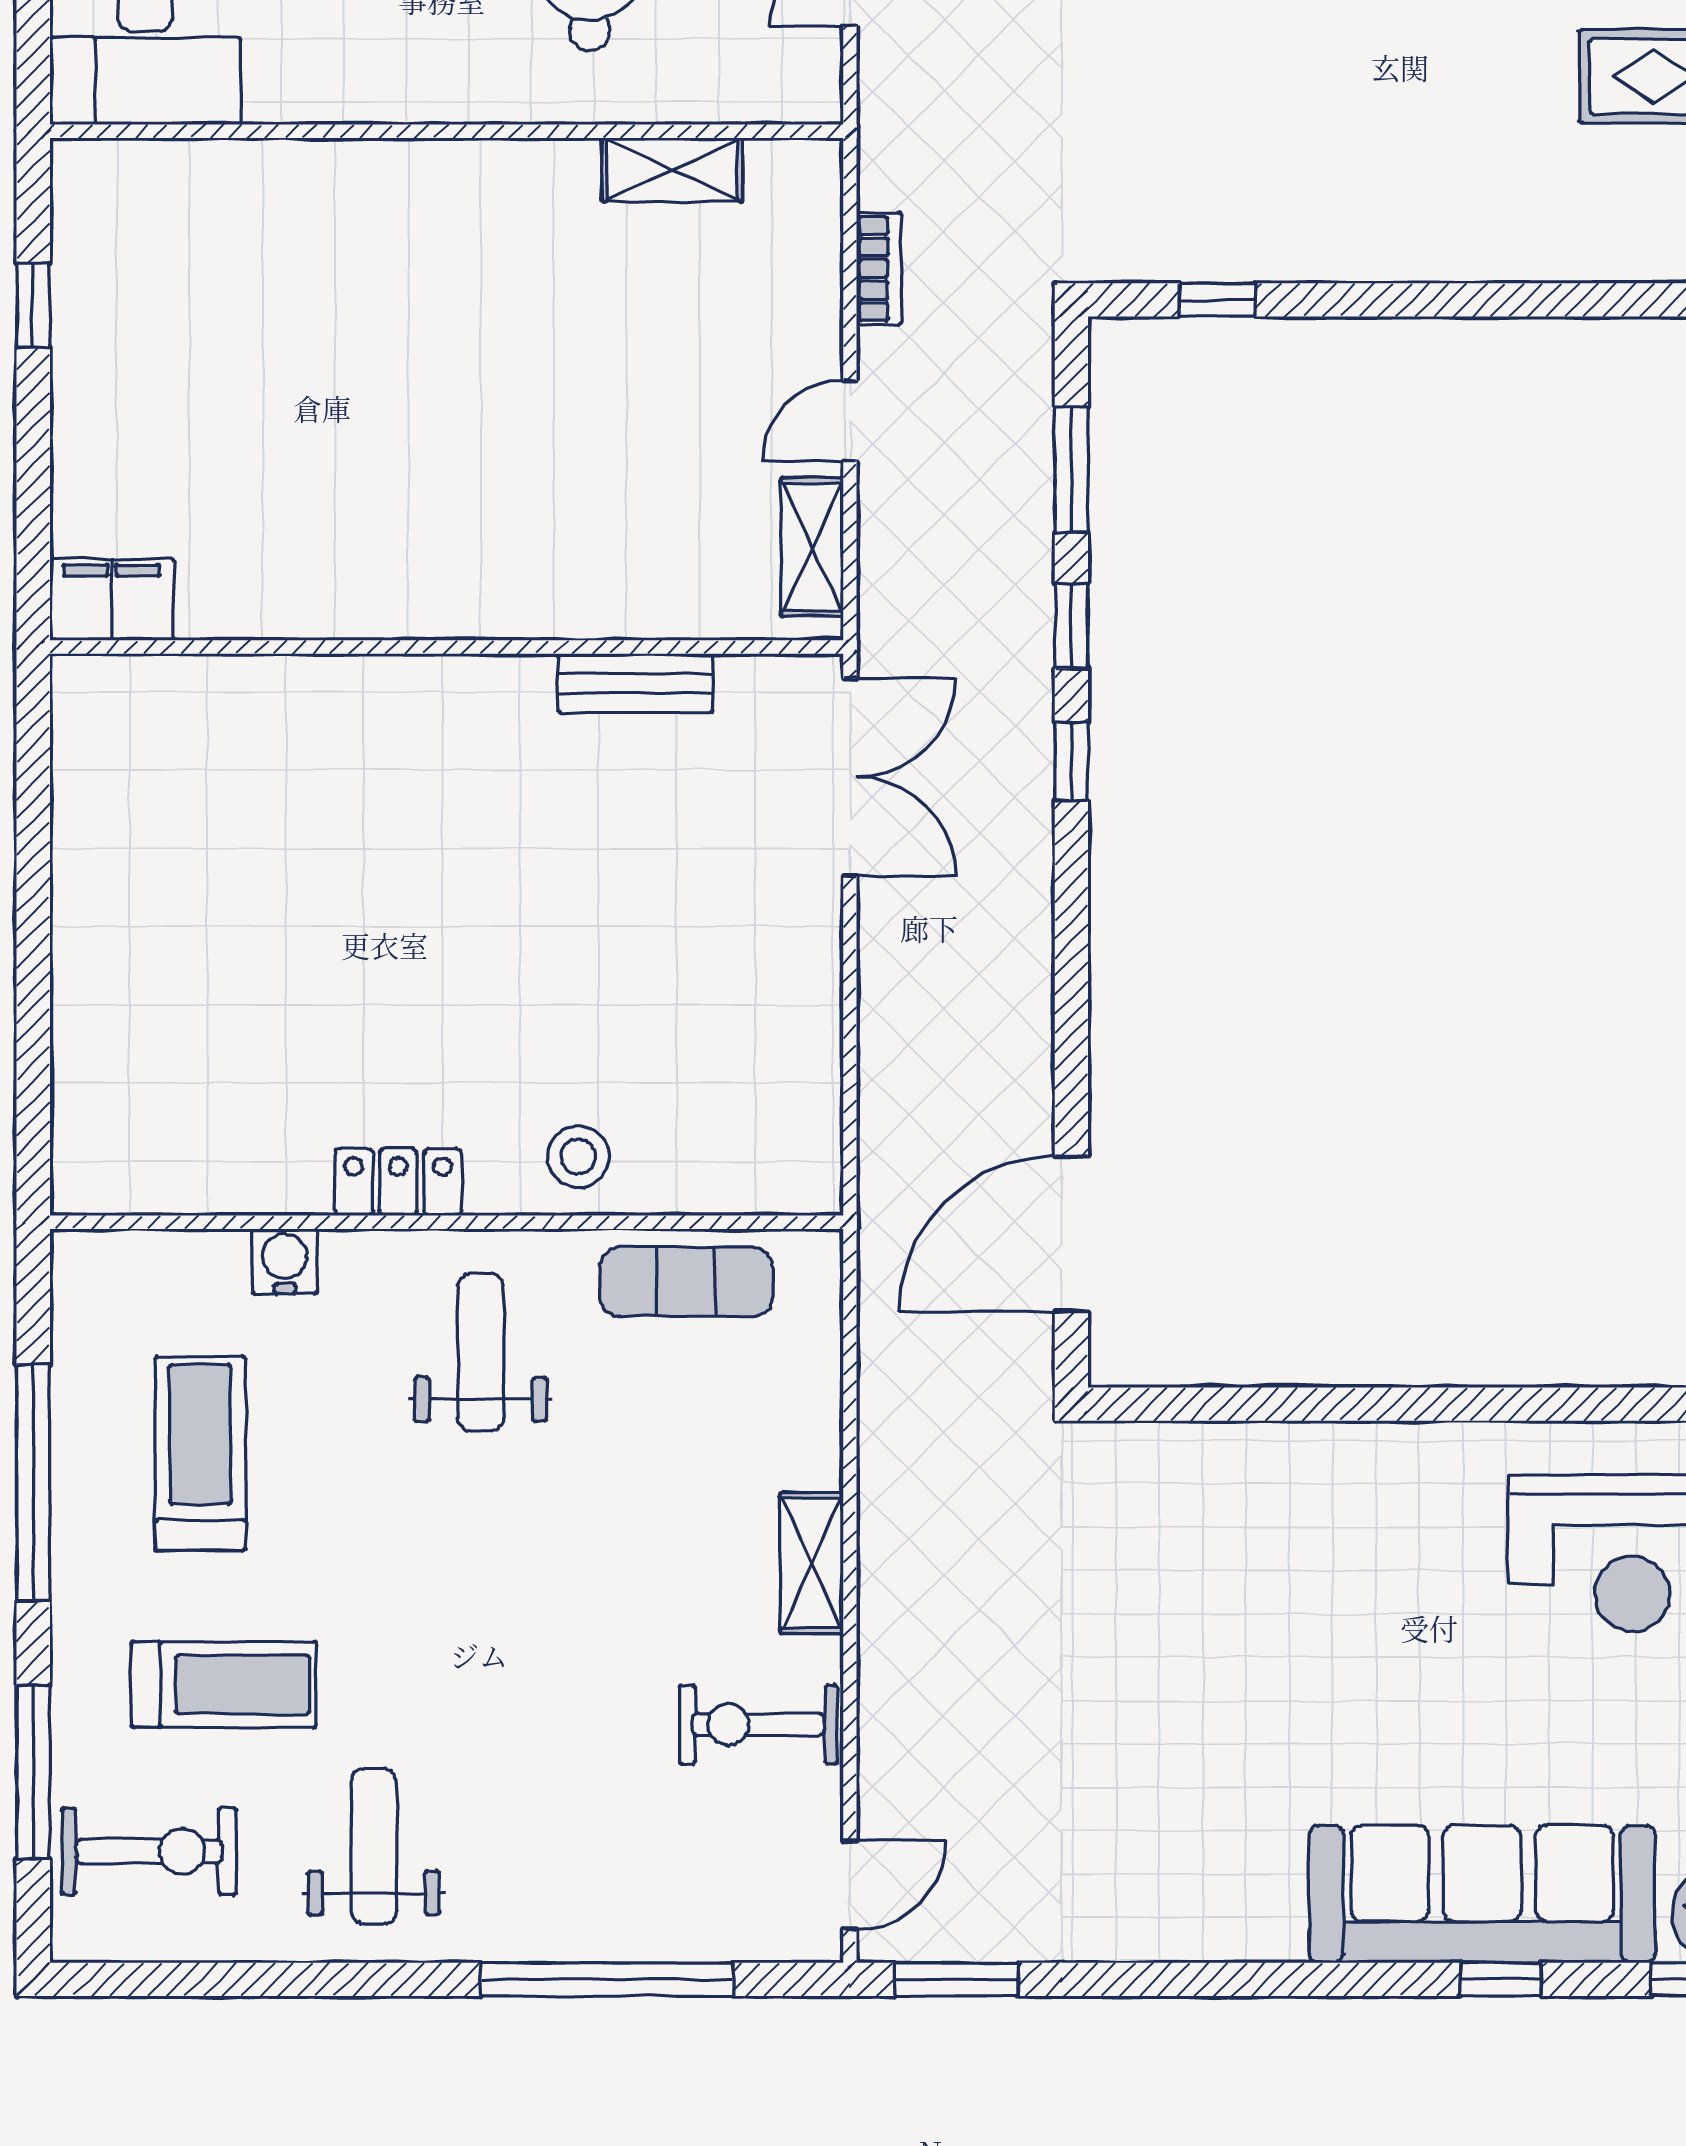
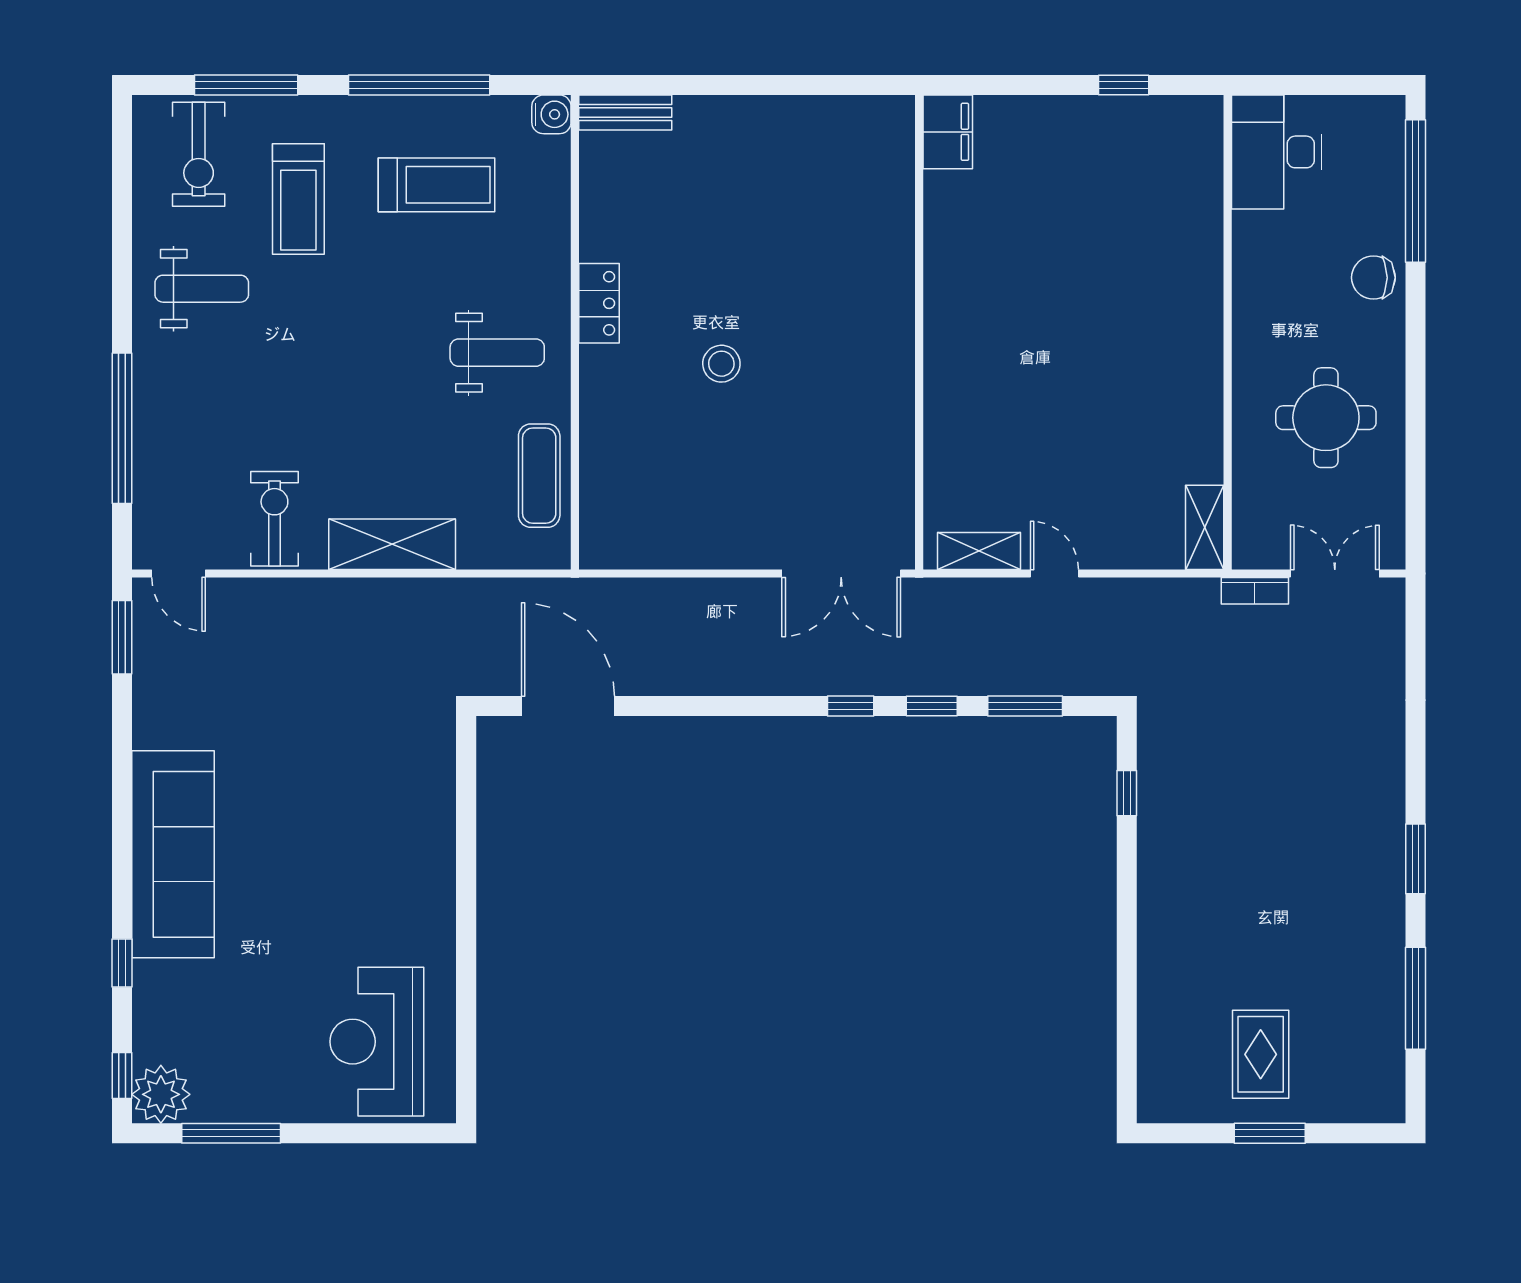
shelving: (672, 170) -> (1205, 527), moved
bookcase: (879, 269) -> (1255, 591), moved
bench: (635, 683) -> (625, 113), moved, turned 90
stool: (578, 1157) -> (721, 364), moved
water cooler: (285, 1262) -> (551, 114), moved
shelving: (812, 1563) -> (392, 544), width x1.50, depth x1.33
sofa: (1482, 1894) -> (173, 854), moved

